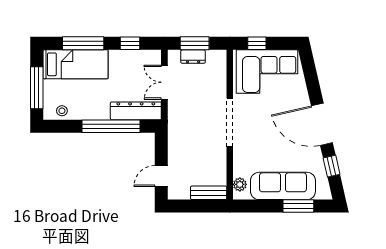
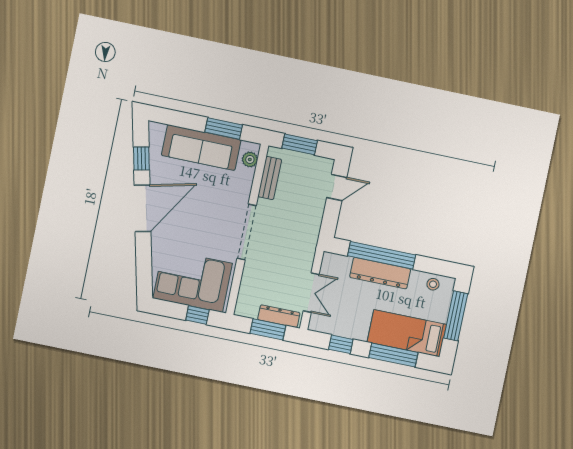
dresser: (193, 57) -> (279, 316), width x1.44
dresser: (136, 111) -> (380, 273), moved
door: (322, 124) -> (143, 208), hinge flipped
bench: (209, 193) -> (270, 178), moved, turned 90
window: (200, 206) -> (300, 144), added
window: (298, 206) -> (224, 128), moved

